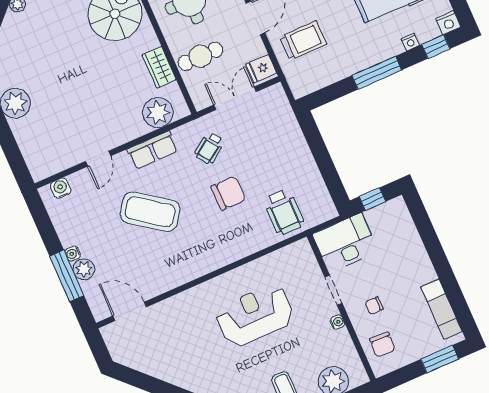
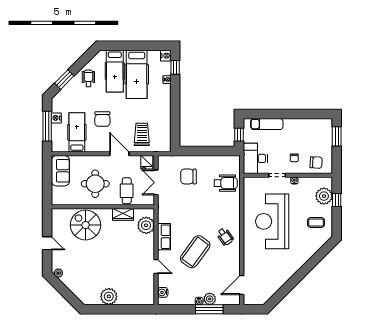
window: (377, 73) -> (175, 104), removed
wheelchair: (209, 148) -> (225, 237), moved
chair: (228, 193) -> (188, 176), moved, turned -90
exam couch: (442, 309) -> (267, 124), moved
reception desk: (255, 315) -> (272, 221), width x1.36, depth x1.30

